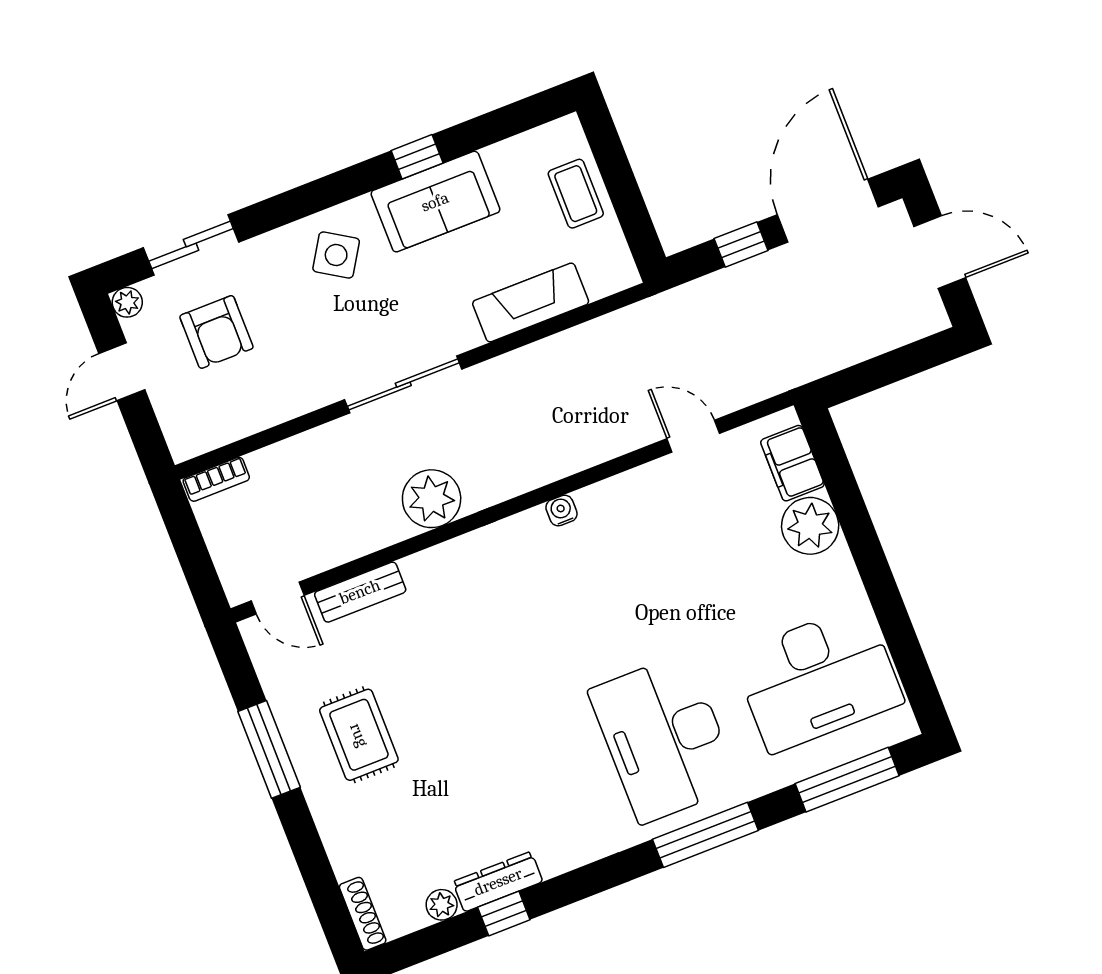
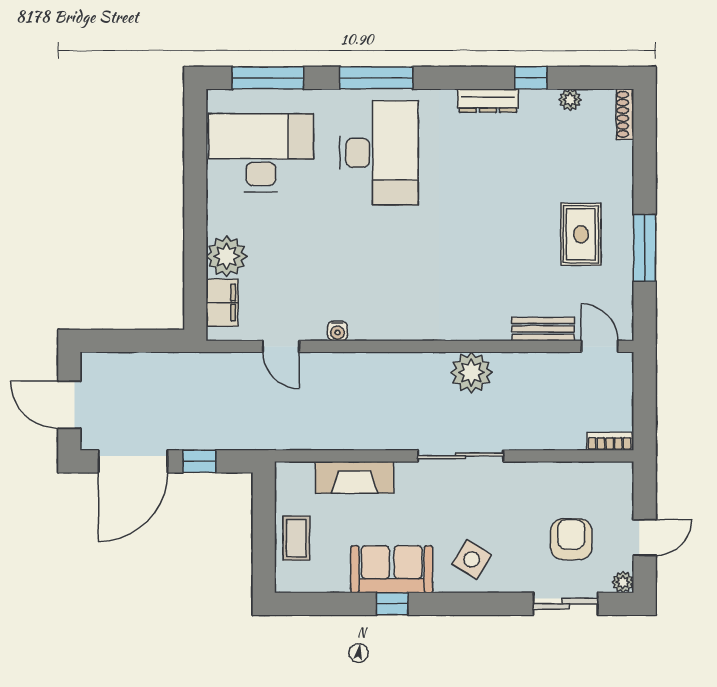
water cooler: (561, 511) -> (337, 331), moved
dresser: (498, 882) -> (488, 101), moved

